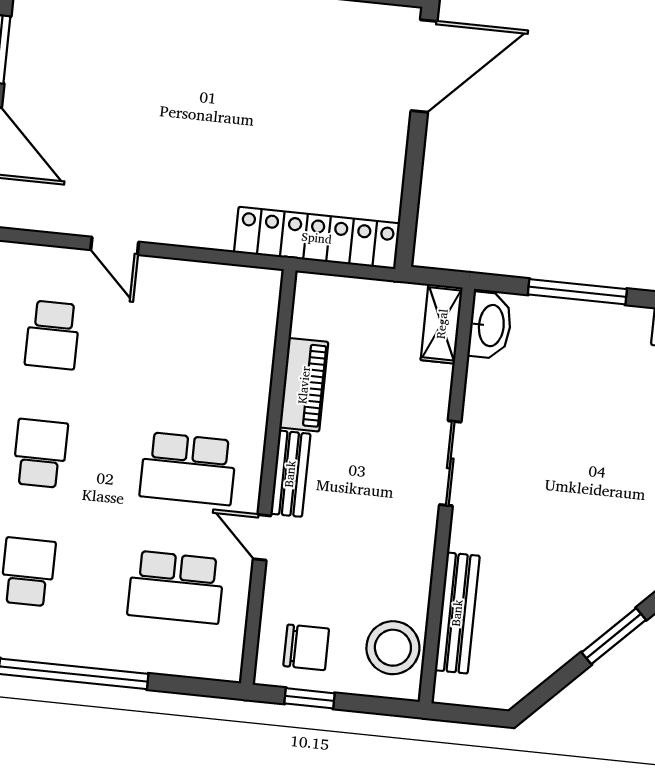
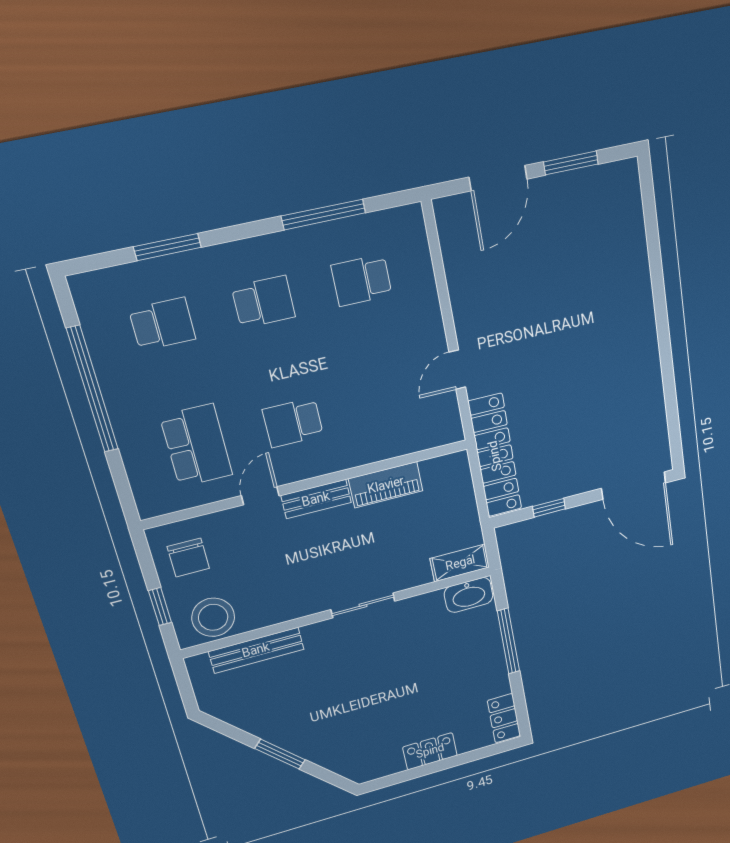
window: (412, 187) -> (549, 508), added
door: (115, 246) -> (457, 370), moved
school desk: (188, 469) -> (293, 423), width x0.54
school desk: (176, 587) -> (196, 446), turned 180
window: (309, 698) -> (160, 607), moved

